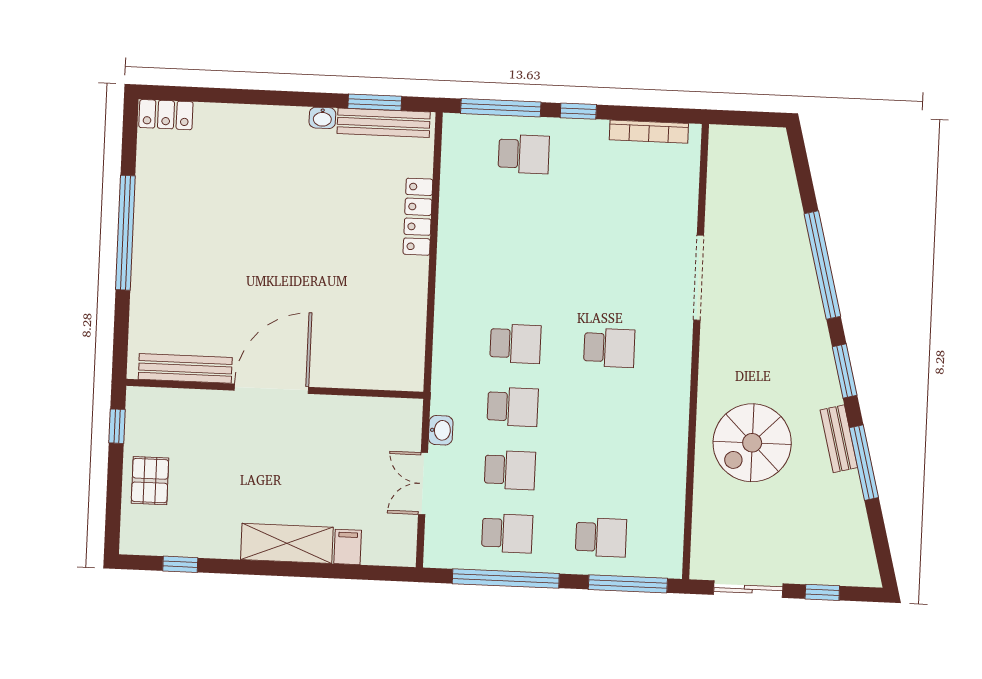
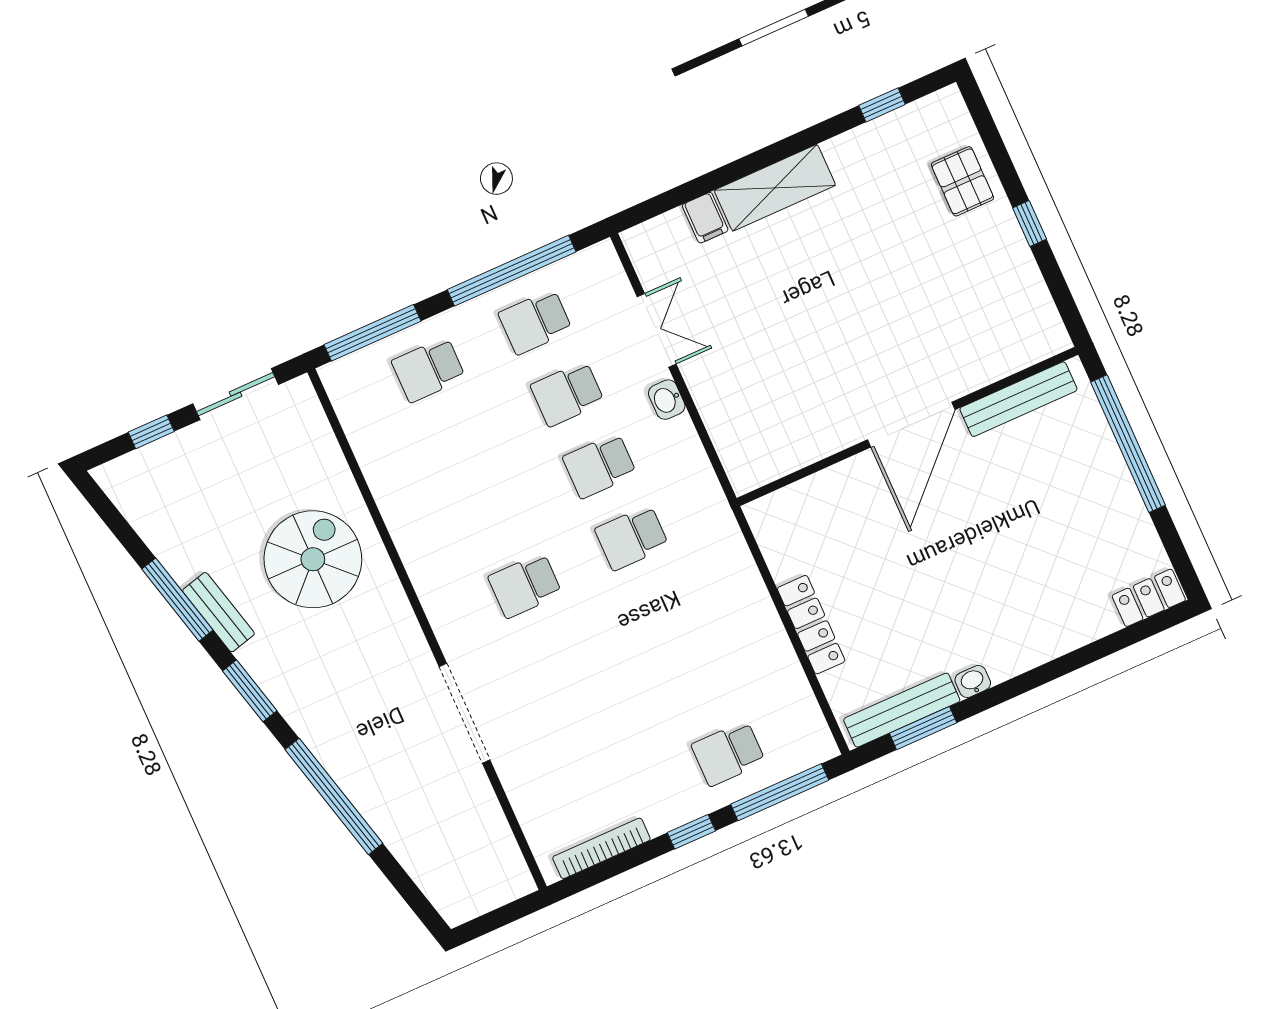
bench: (185, 368) -> (1018, 399), moved
door: (271, 389) -> (911, 425), moved
wall: (275, 389) -> (907, 426), moved

